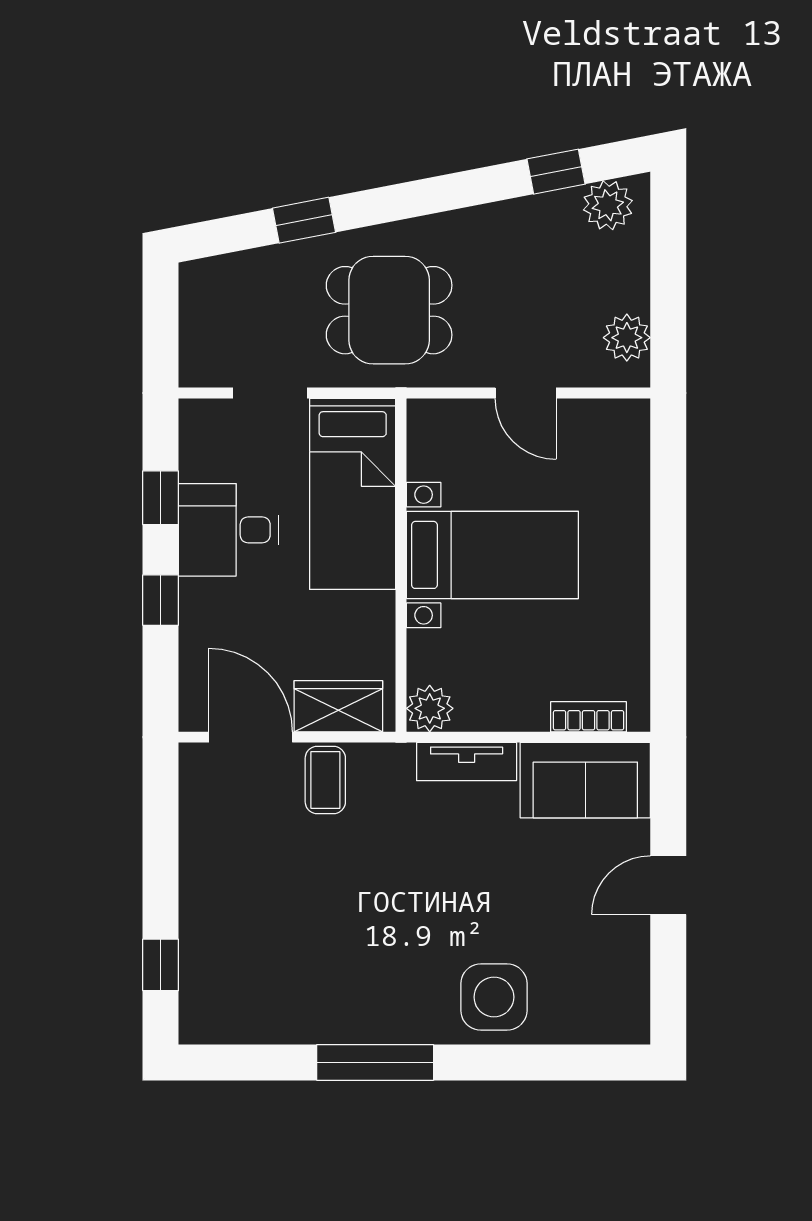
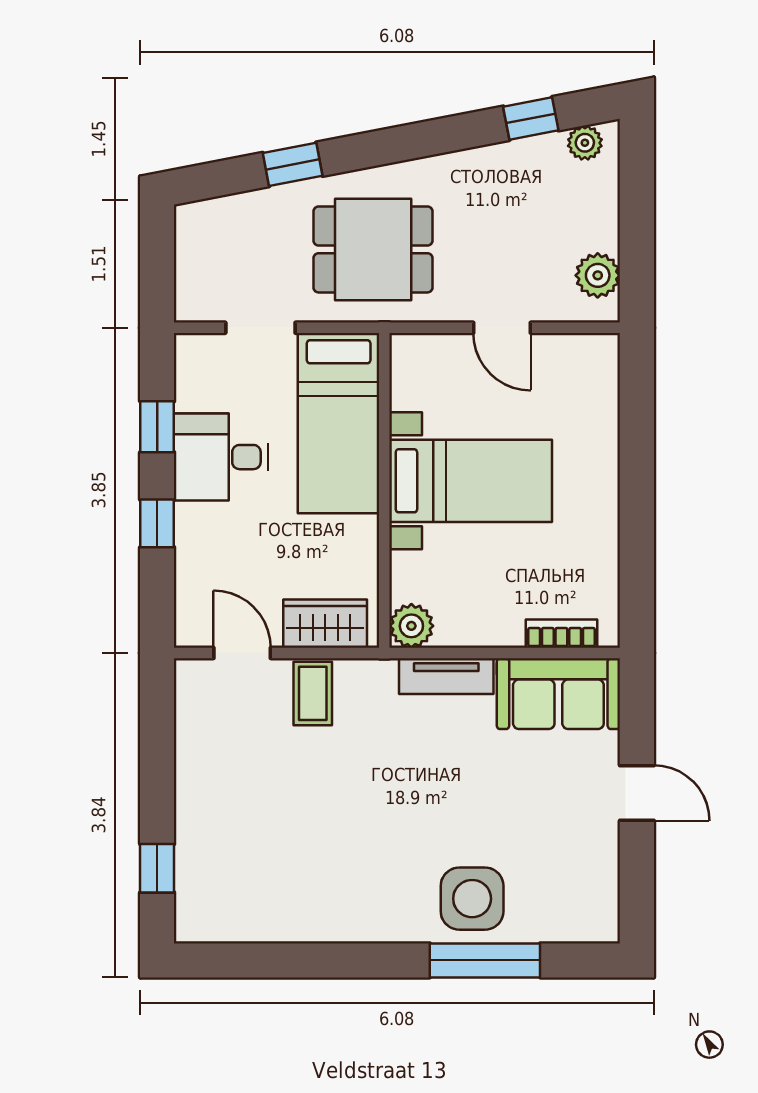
plant: (608, 205) -> (585, 143), width x0.73, depth x0.73
door: (251, 737) -> (242, 653), width x0.73
door: (668, 885) -> (637, 793), swing flipped
window: (375, 1062) -> (485, 960), moved

